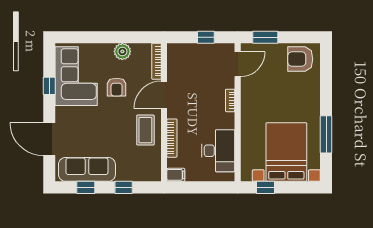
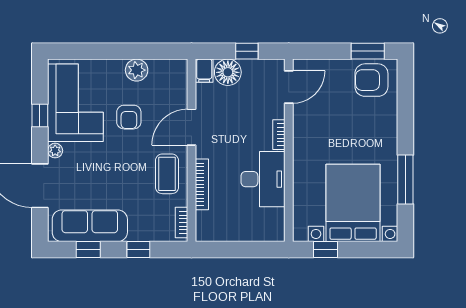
window: (265, 37) -> (368, 51), moved
floor lamp: (191, 53) -> (228, 72), added
bookcase: (156, 61) -> (182, 222), moved, width x0.64
plant: (61, 112) -> (55, 151), added
desk: (218, 151) -> (263, 179), moved
filing cabinet: (176, 175) -> (204, 71), moved, turned 90

